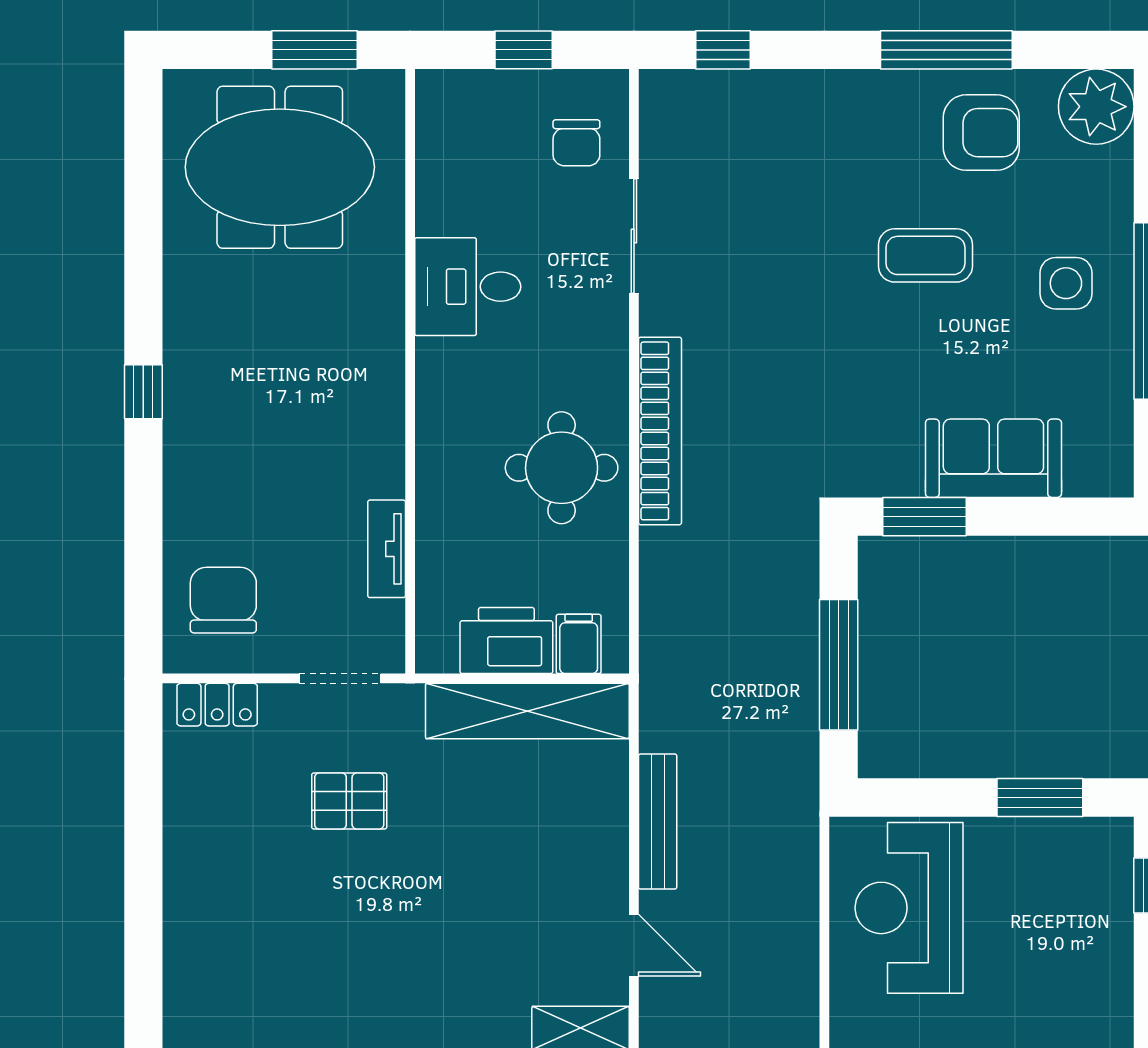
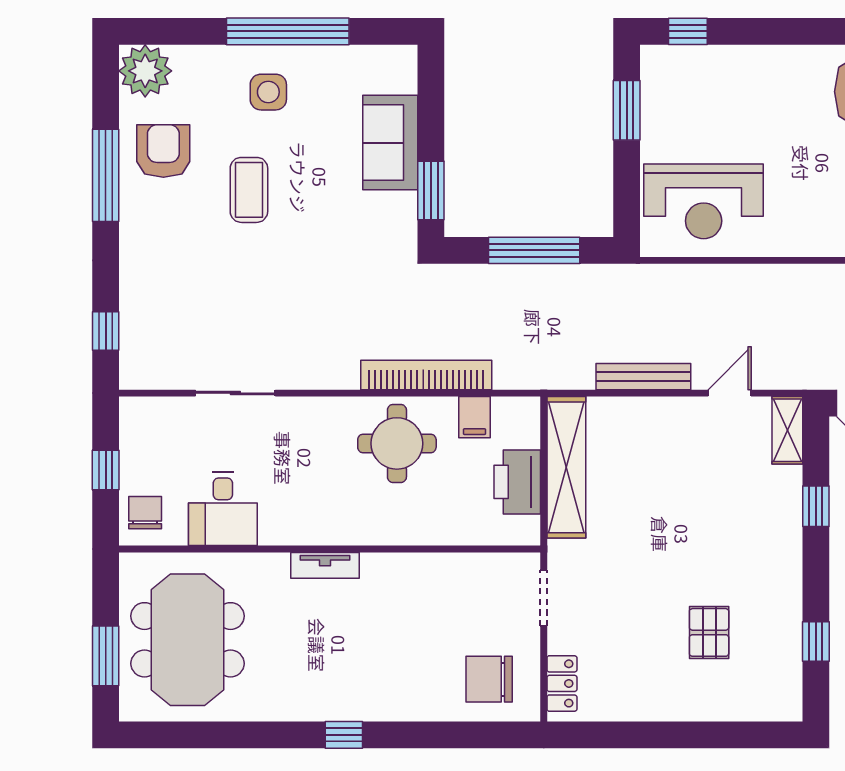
window: (315, 50) -> (106, 656), moved
chair: (576, 143) -> (145, 513), moved, turned -90
desk: (468, 287) -> (223, 509), moved
bookcase: (660, 431) -> (426, 375), moved
tv unit: (387, 549) -> (325, 565), moved
filing cabinet: (579, 644) -> (474, 417), moved, turned -90
pallet: (349, 801) -> (709, 632), moved

